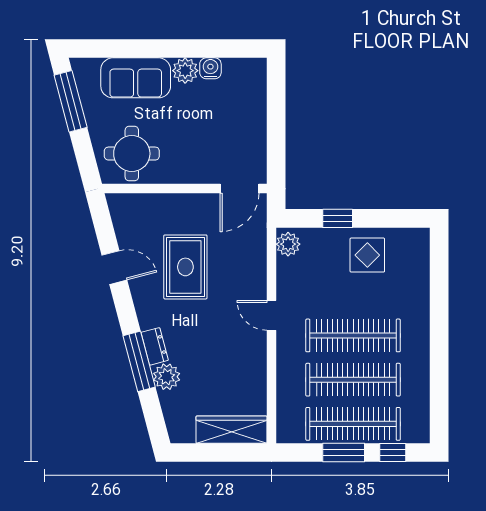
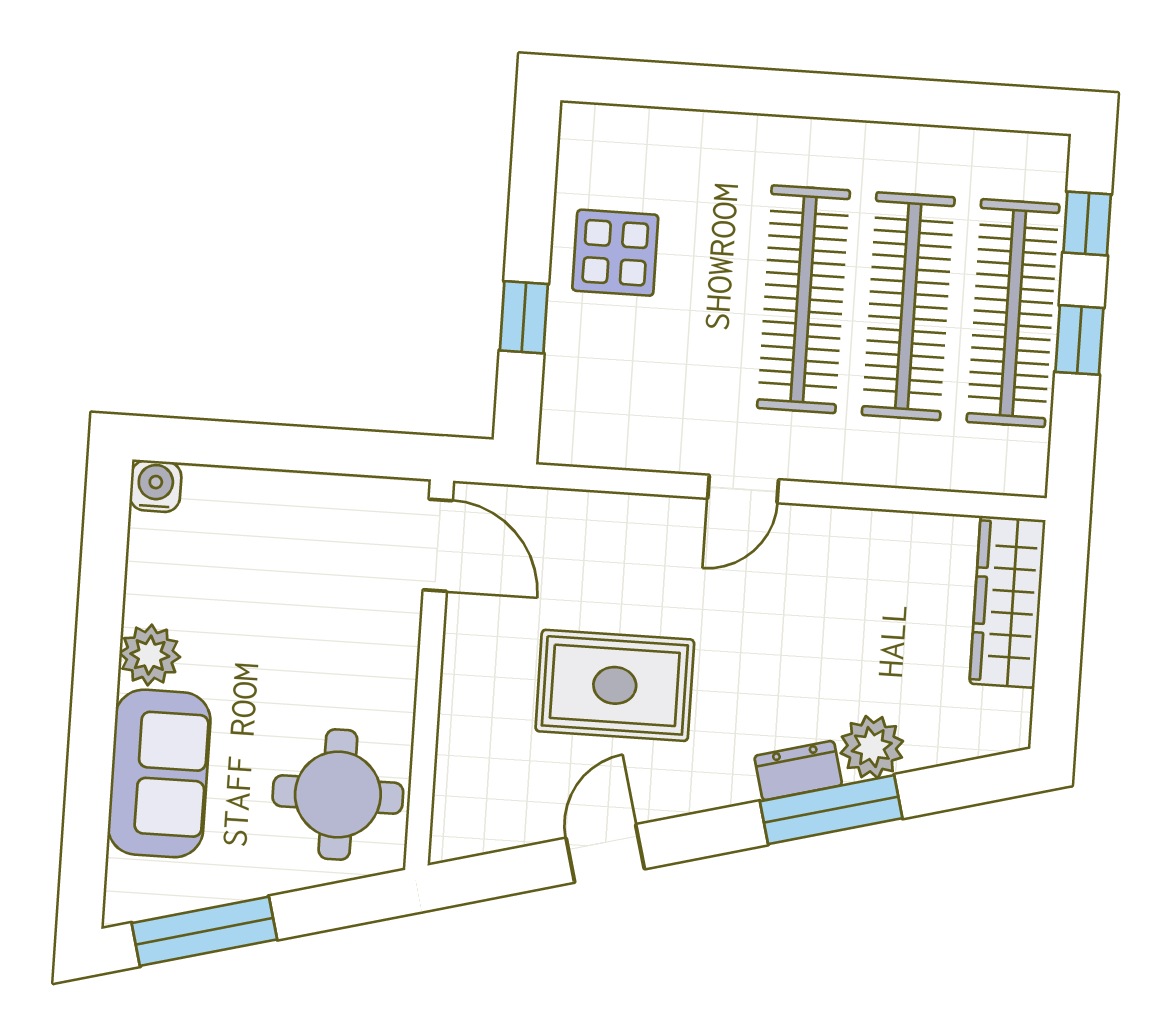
water cooler: (210, 68) -> (156, 486), moved, turned 90
plant: (288, 244) -> (577, 439), removed
window: (344, 453) -> (1079, 340), width x0.67

